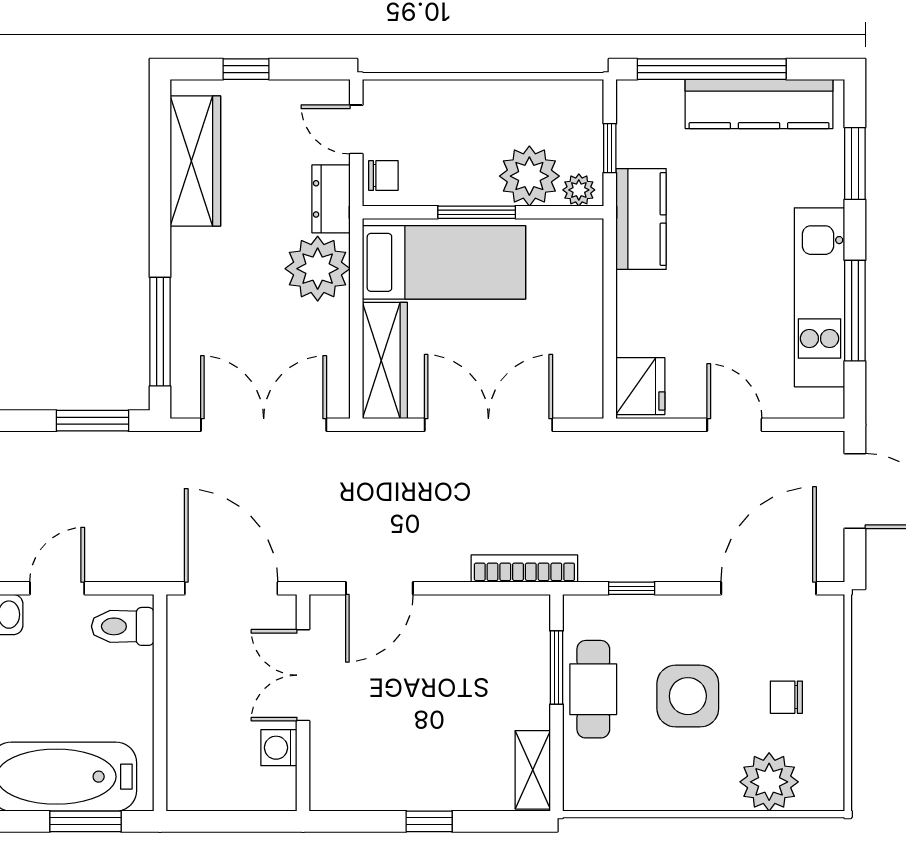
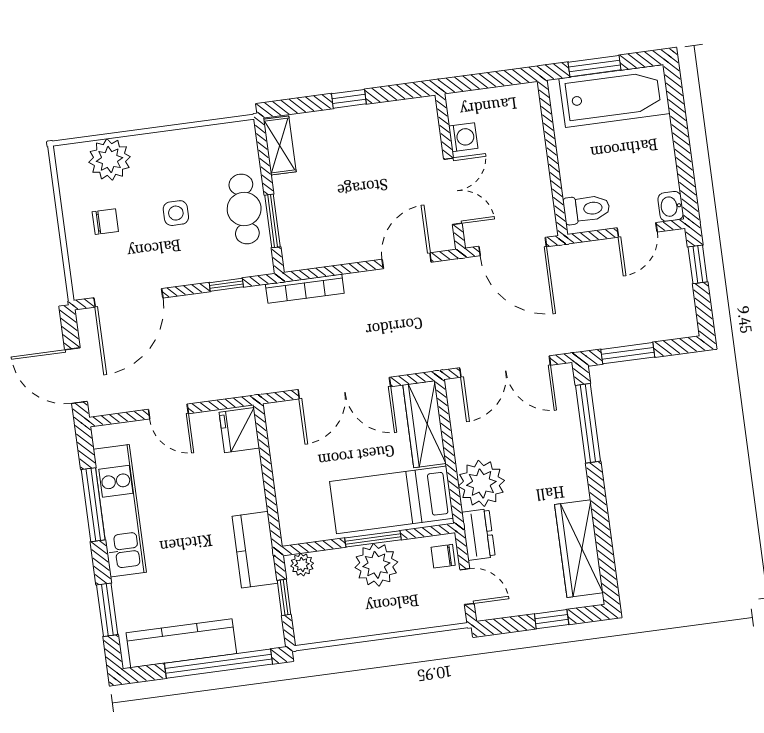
plant: (529, 176) -> (376, 565), moved
side table: (688, 696) -> (176, 213), width x0.54, depth x0.54

